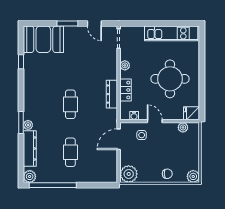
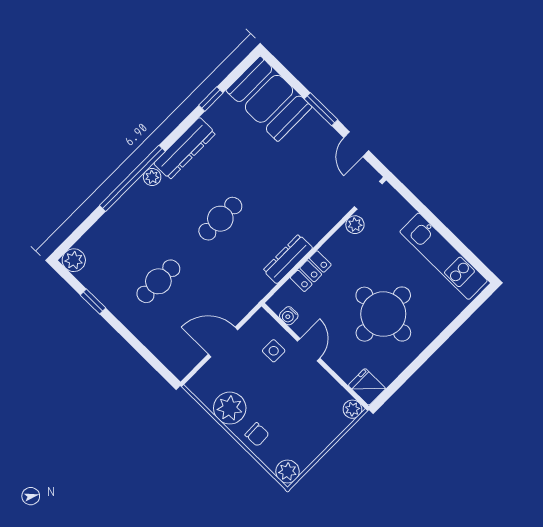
plant: (125, 65) -> (355, 225), moved
window: (21, 122) -> (132, 178), width x2.11
plant: (28, 125) -> (152, 177), moved
plant: (183, 127) -> (352, 409), moved
door: (119, 139) -> (223, 342), moved
dresser: (30, 149) -> (185, 148), moved
plant: (129, 174) -> (230, 408), moved
window: (53, 185) -> (93, 302), width x0.32

